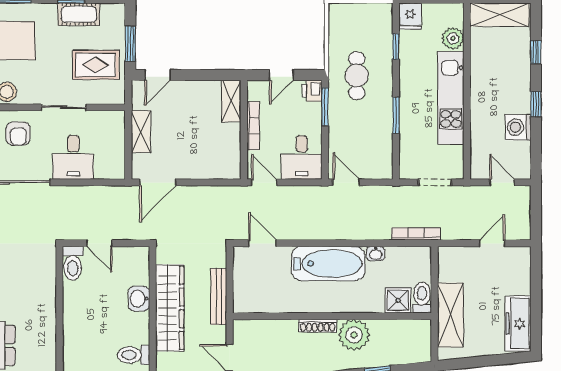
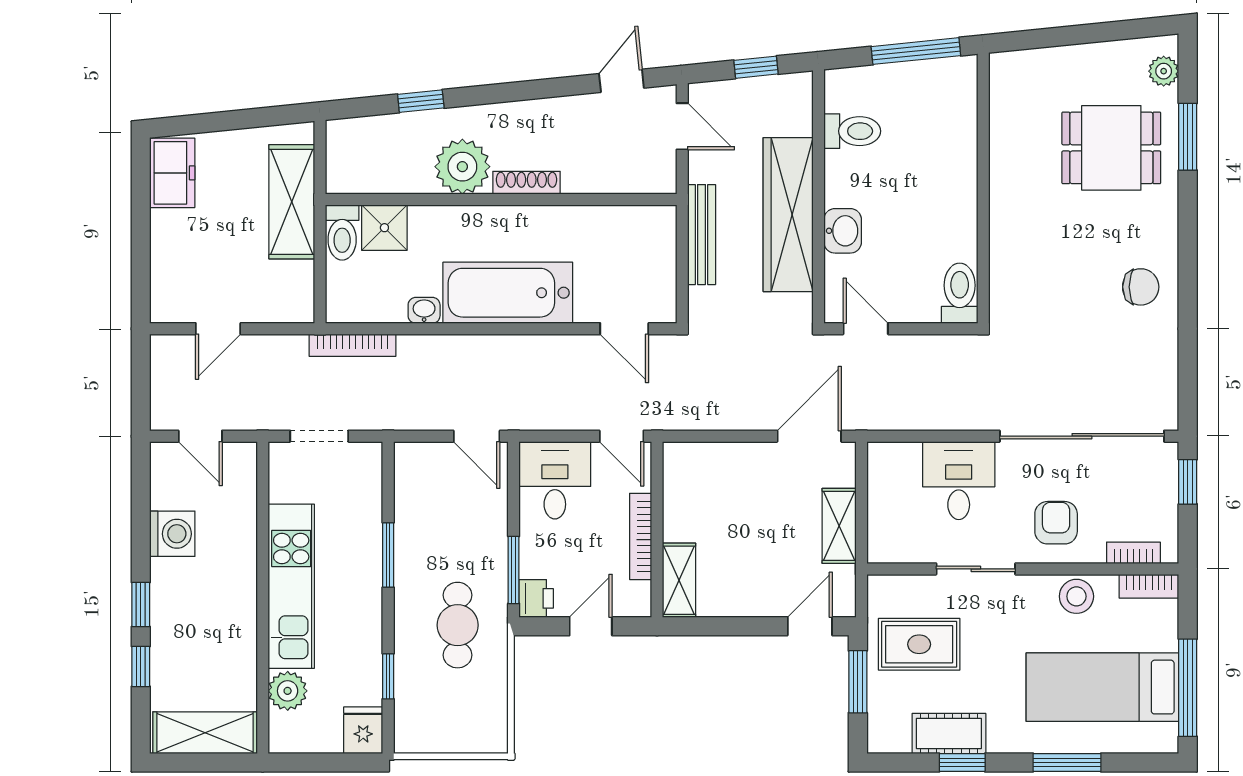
window: (536, 104) -> (141, 605), moved
door: (99, 243) -> (866, 329), moved
freezer: (518, 324) -> (172, 173), width x0.71

